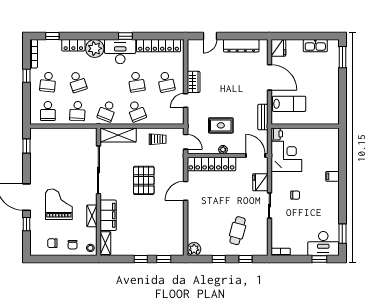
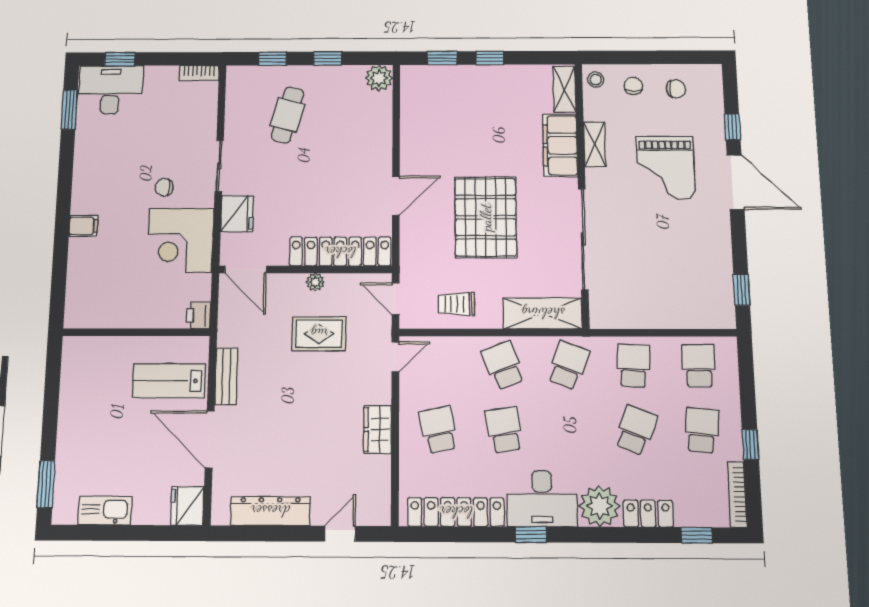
school desk: (77, 82) -> (636, 430), turned 39
door: (186, 100) -> (395, 357), moved
bench: (263, 117) -> (226, 376), moved
corner desk: (286, 156) -> (180, 240), moved
pallet: (144, 180) -> (486, 217), width x1.37, depth x1.41

